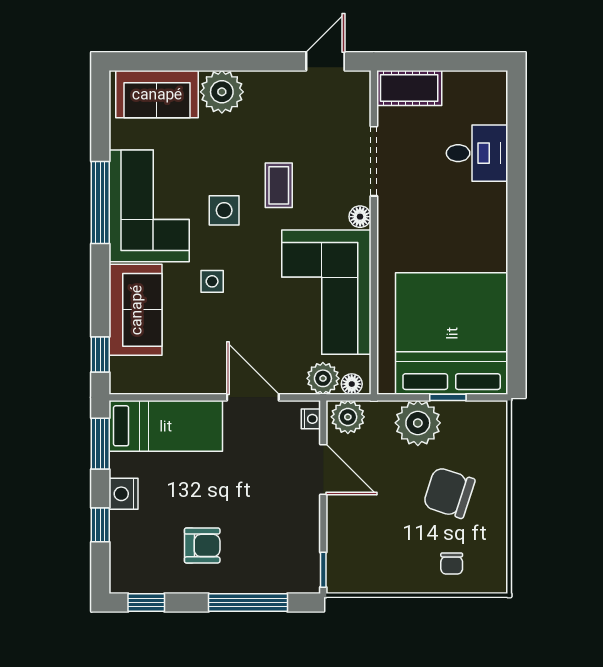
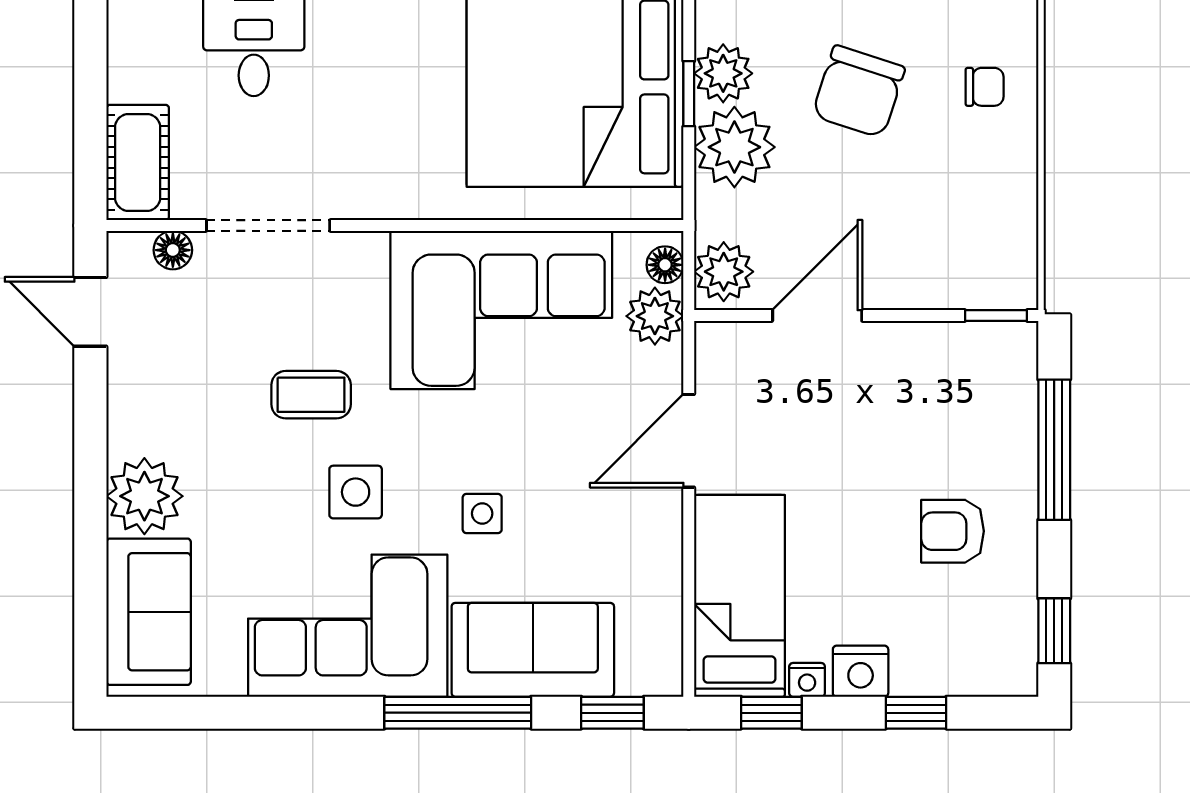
window: (100, 203) -> (458, 713), moved
floor lamp: (360, 217) -> (173, 250), moved
plant: (459, 417) -> (723, 73), added
nightstand: (311, 419) -> (807, 680), moved, turned 180
window: (100, 444) -> (771, 713), width x0.67
armchair: (202, 545) -> (953, 531), turned -90

